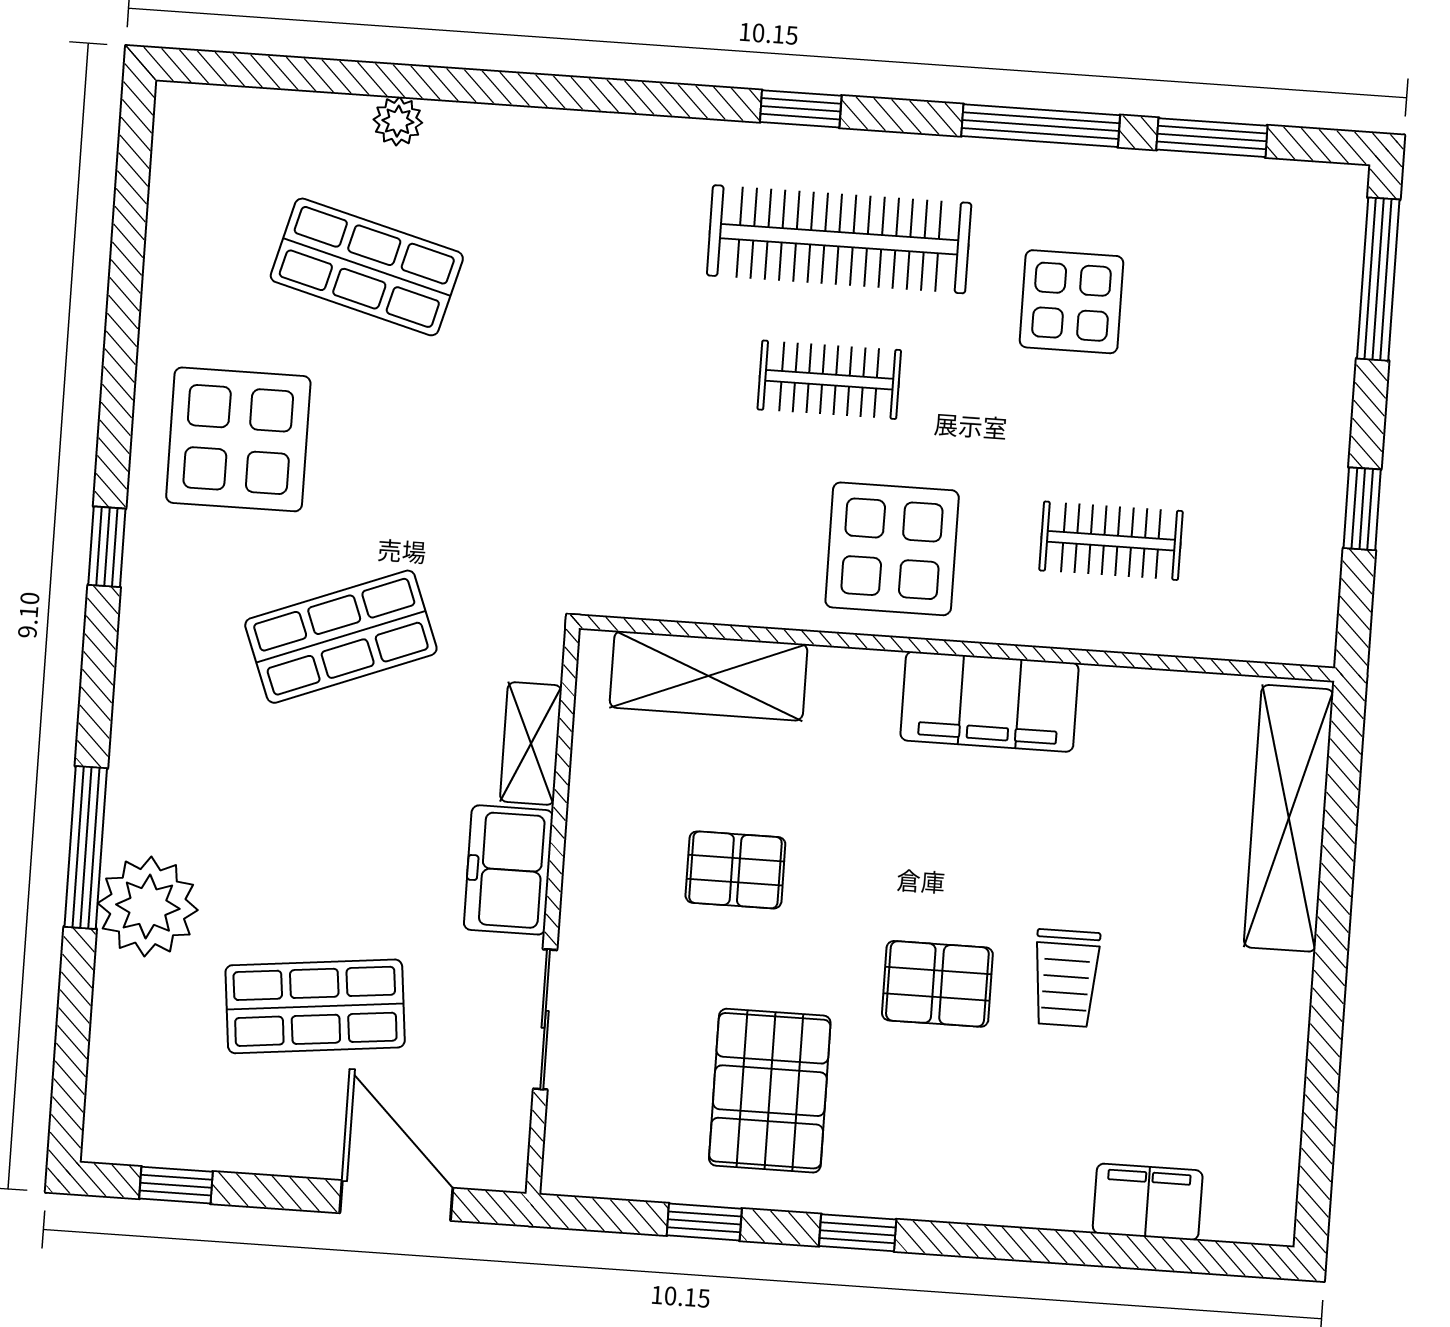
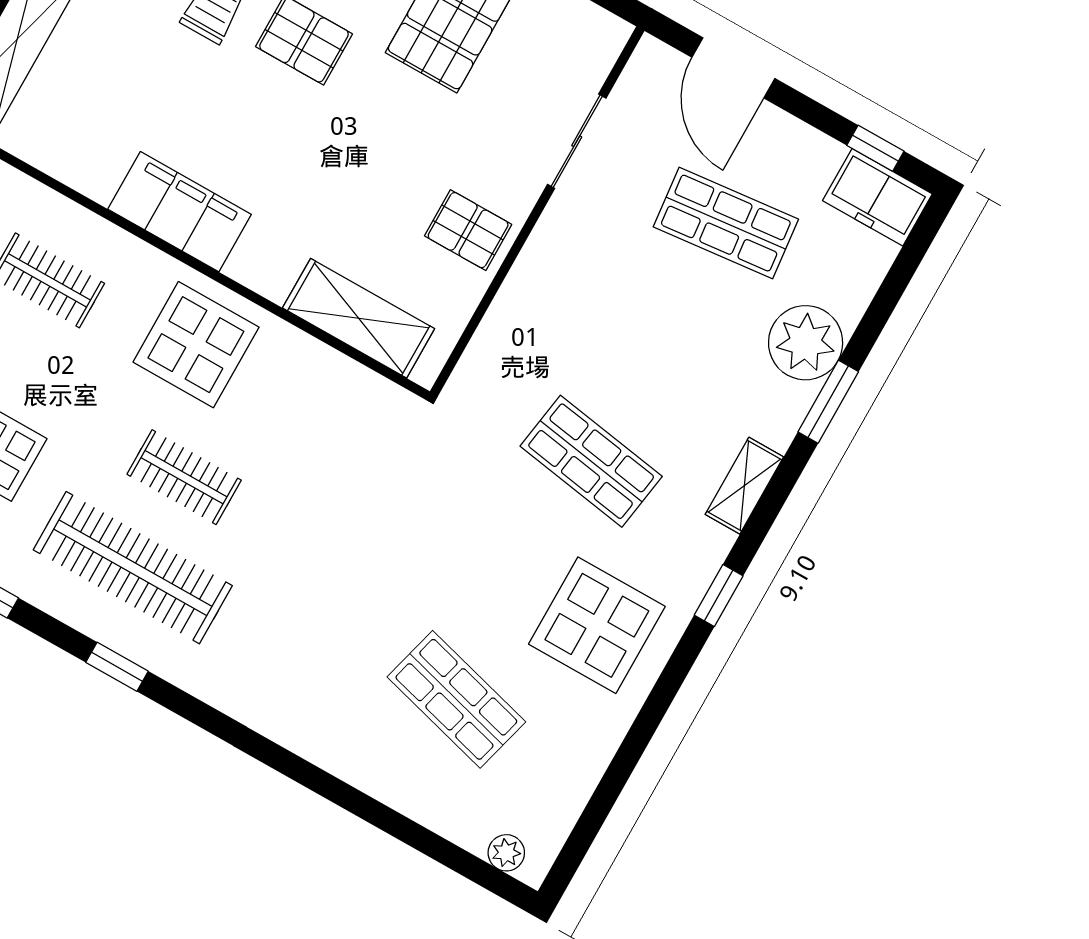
plant: (398, 121) -> (506, 853), moved
shop shelf: (341, 637) -> (591, 461), turned 30
shelving: (531, 743) -> (744, 486), moved
window: (86, 848) -> (828, 402), width x0.69
freezer: (508, 870) -> (877, 197), moved, turned 90
pallet: (735, 870) -> (468, 230), moved

